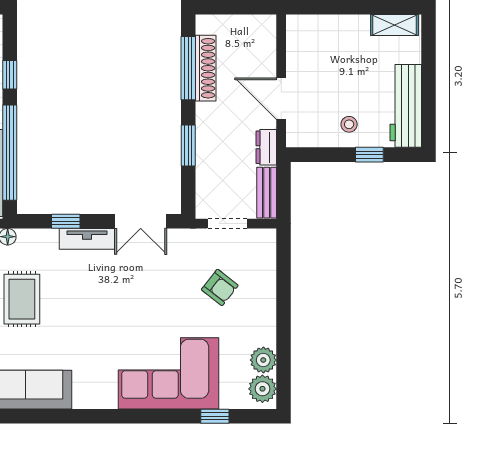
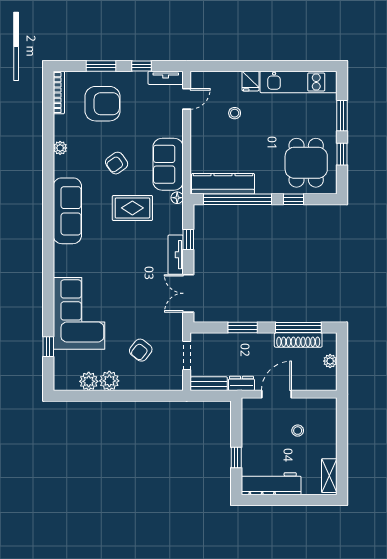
plant: (235, 24) -> (330, 361), added
stool: (349, 124) -> (298, 431), moved
plant: (262, 389) -> (109, 381), moved

